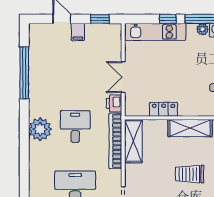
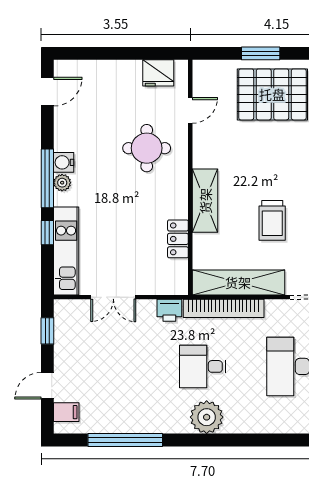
filing cabinet: (78, 32) -> (66, 412), moved
double door: (123, 77) -> (113, 297), moved
shelving: (133, 141) -> (238, 282), width x1.47
trolley: (190, 174) -> (272, 220), moved

